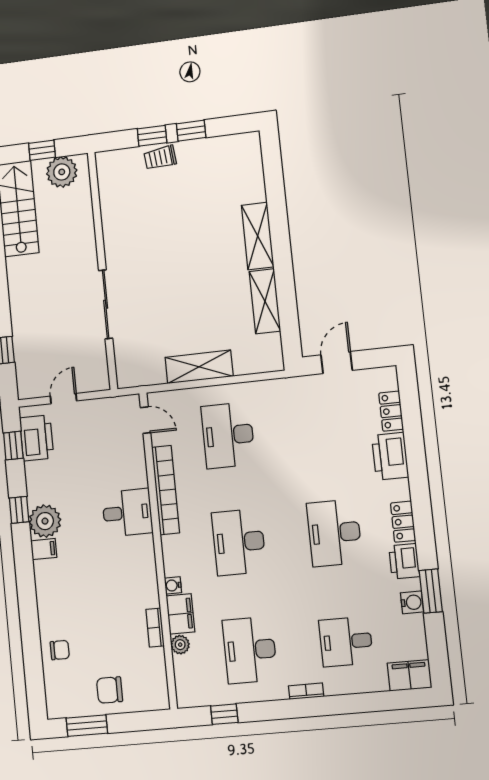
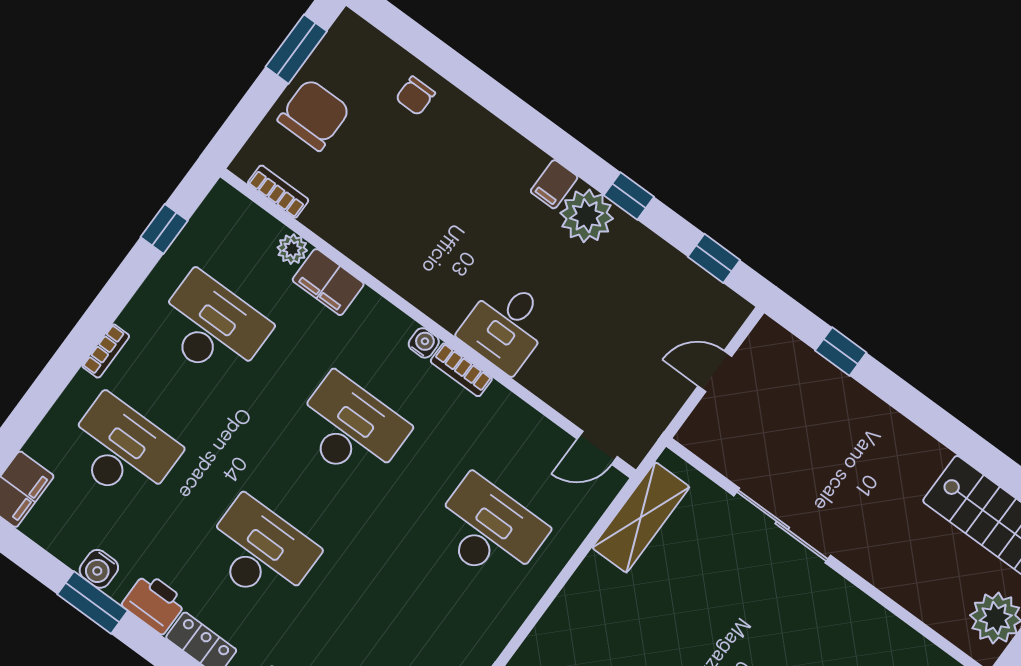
shelving: (199, 367) -> (641, 517), moved
door: (63, 399) -> (715, 371), swing flipped
printer: (37, 438) -> (697, 295), removed
bookcase: (166, 490) -> (461, 370), width x0.43, depth x0.76
water cooler: (173, 585) -> (424, 343), moved
bookcase: (155, 628) -> (278, 192), moved
desk: (346, 642) -> (122, 450), width x1.37
chair: (110, 690) -> (314, 115), width x1.37, depth x1.37

